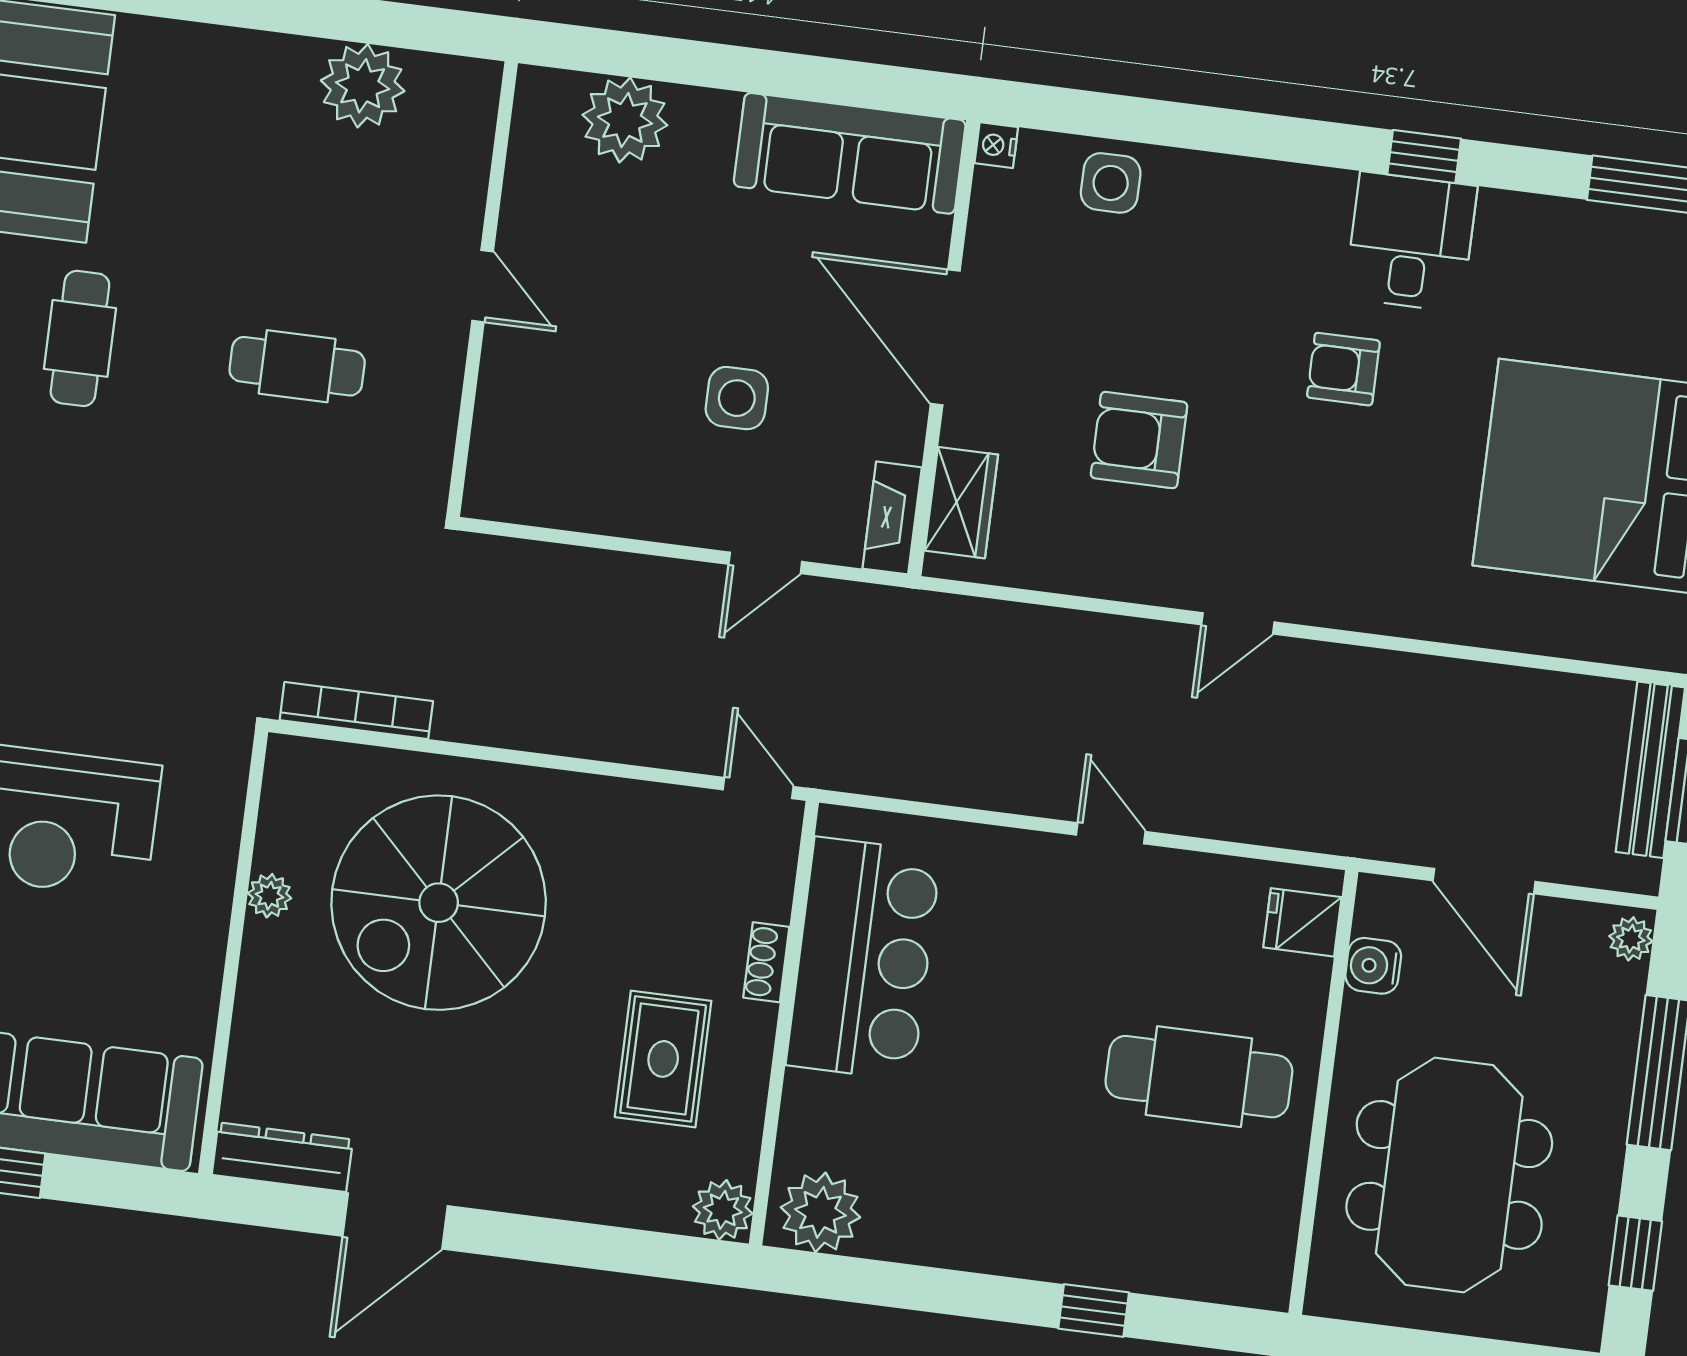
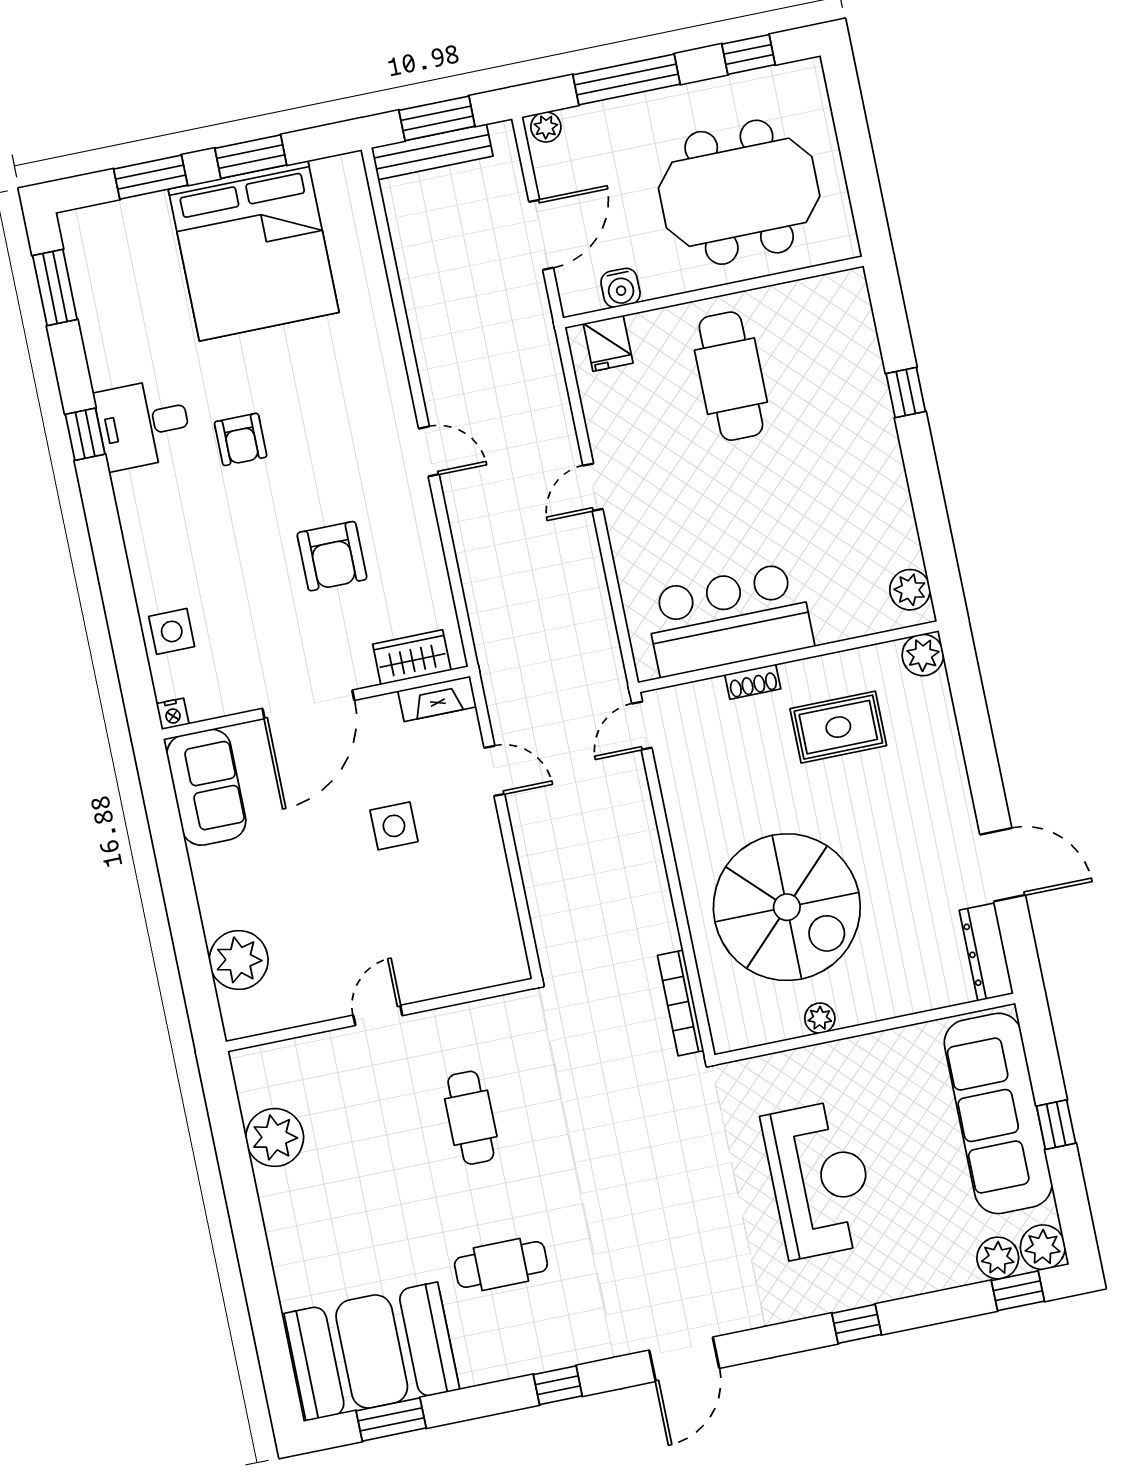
sofa: (850, 153) -> (206, 787), width x0.73
plant: (820, 1212) -> (910, 590), width x0.73, depth x0.73

